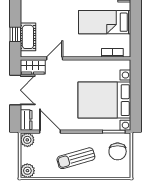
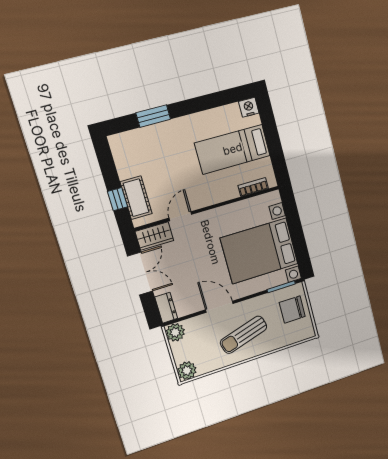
door: (50, 132) -> (219, 307), moved
chair: (118, 151) -> (292, 309), turned 90

